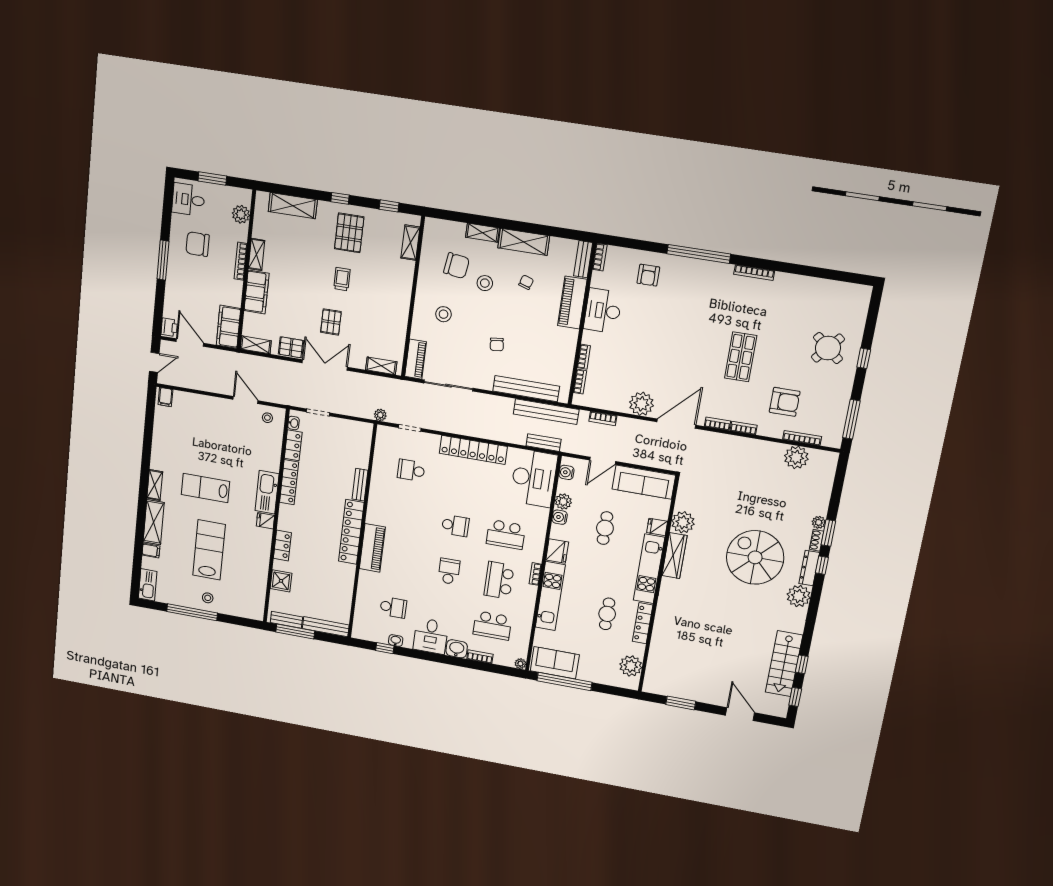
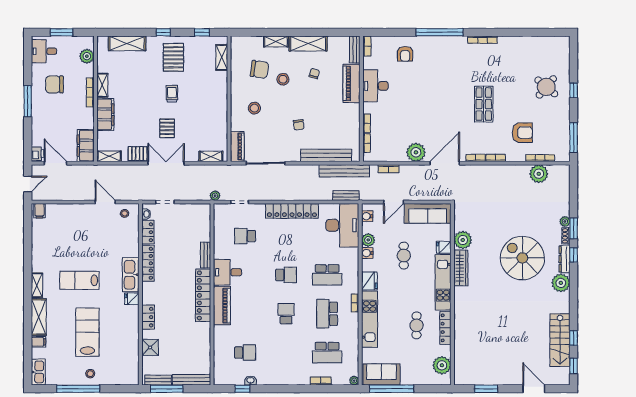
desk: (431, 636) -> (228, 272), moved, turned 90
washbasin: (457, 649) -> (301, 378), removed

